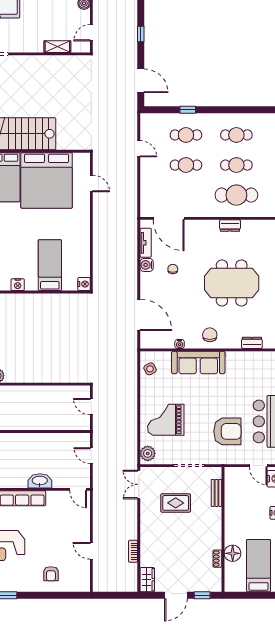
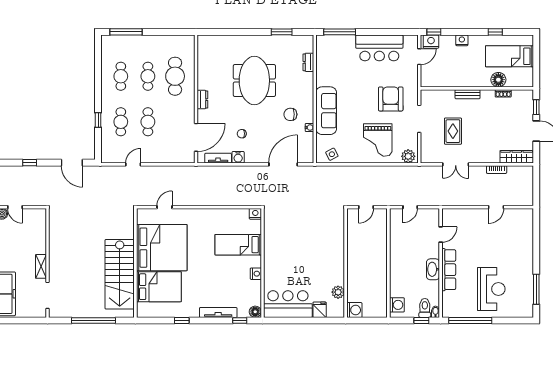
door: (91, 33) -> (15, 207), moved
shelving: (57, 47) -> (41, 266), moved
door: (141, 81) -> (72, 163), swing flipped
dresser: (230, 225) -> (202, 100), moved
chair: (210, 335) -> (290, 114), moved
armchair: (227, 431) -> (391, 99), moved
washbasin: (40, 481) -> (433, 269), moved
double door: (139, 484) -> (456, 164), moved
door: (78, 489) -> (441, 235), moved
bench: (216, 493) -> (468, 94), moved
armchair: (51, 574) -> (517, 244), removed
wardrobe: (147, 580) -> (517, 157), width x1.50

